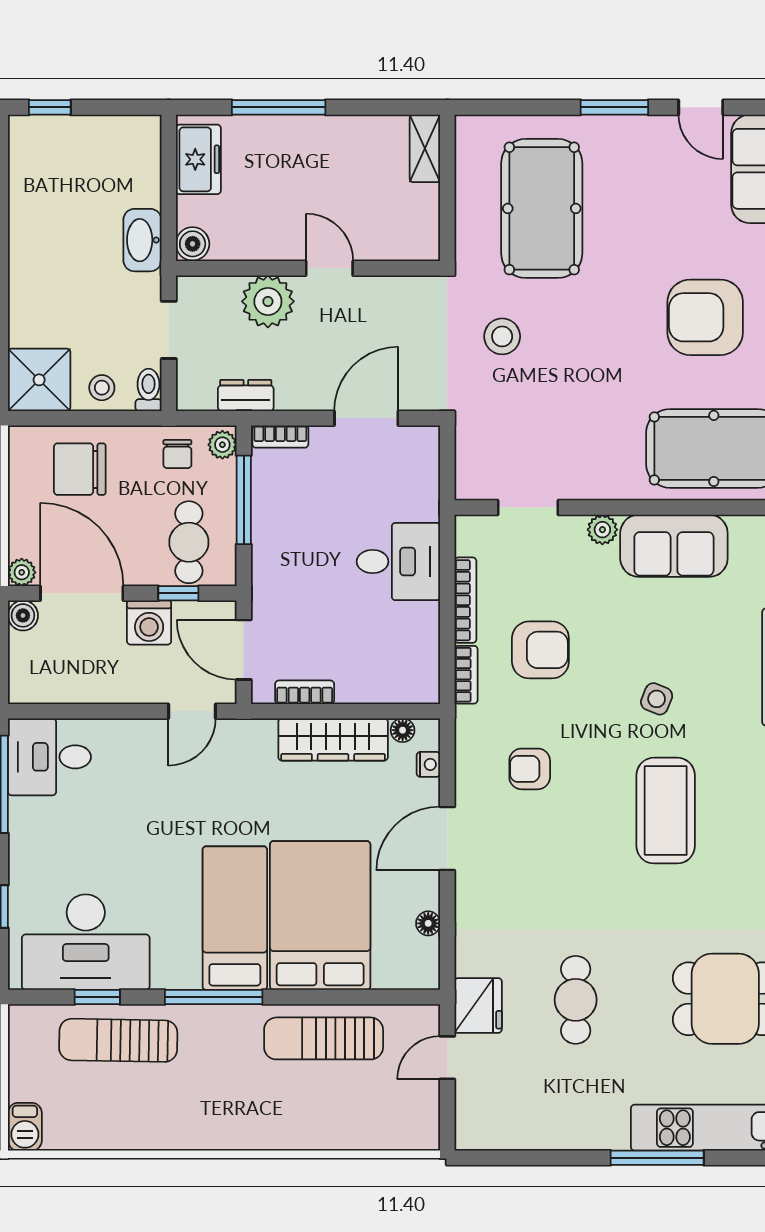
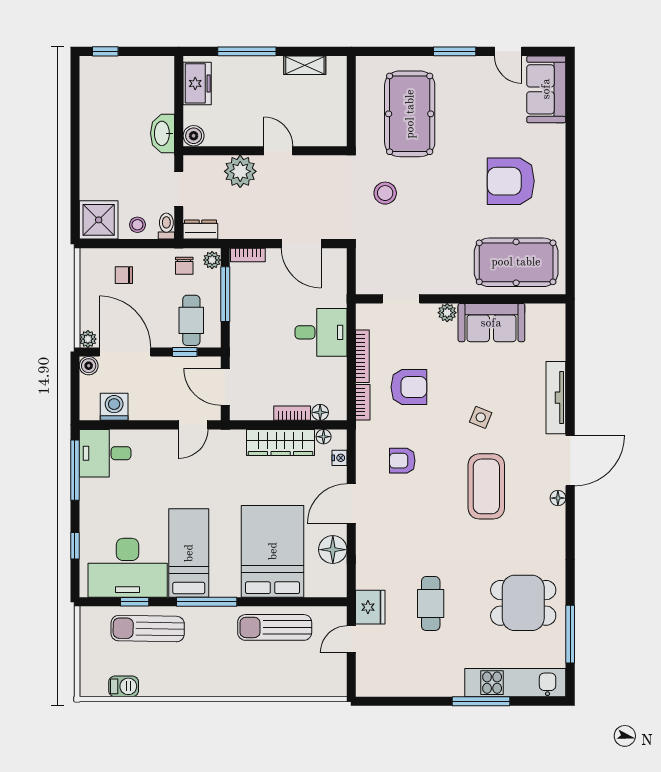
shelving: (425, 148) -> (305, 65), moved, turned 90
dresser: (246, 395) -> (200, 230), moved
door: (366, 418) -> (301, 244), swing flipped
chair: (80, 469) -> (124, 275), width x0.54, depth x0.54
washing machine: (149, 623) -> (114, 407), moved, turned 180
floor lamp: (397, 691) -> (320, 412), added
bookcase: (305, 692) -> (292, 413), moved
bed: (235, 918) -> (189, 553), moved
floor lamp: (428, 923) -> (333, 550), width x1.89, depth x1.89
barbecue: (25, 1127) -> (124, 686), moved, turned -90

